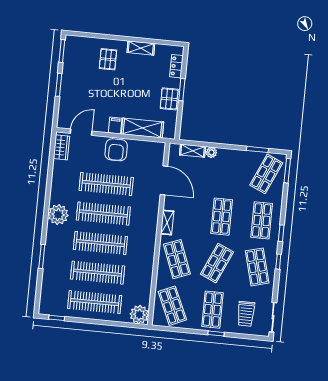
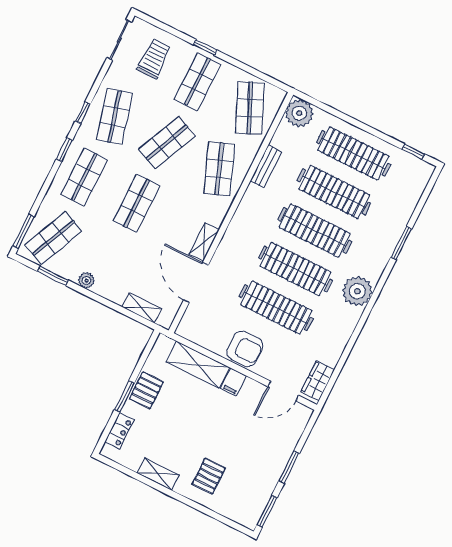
armchair: (116, 150) -> (245, 349), turned 90
plant: (211, 152) -> (86, 280), moved
shelving: (167, 223) -> (204, 242), moved
bench: (148, 272) -> (266, 166), added

